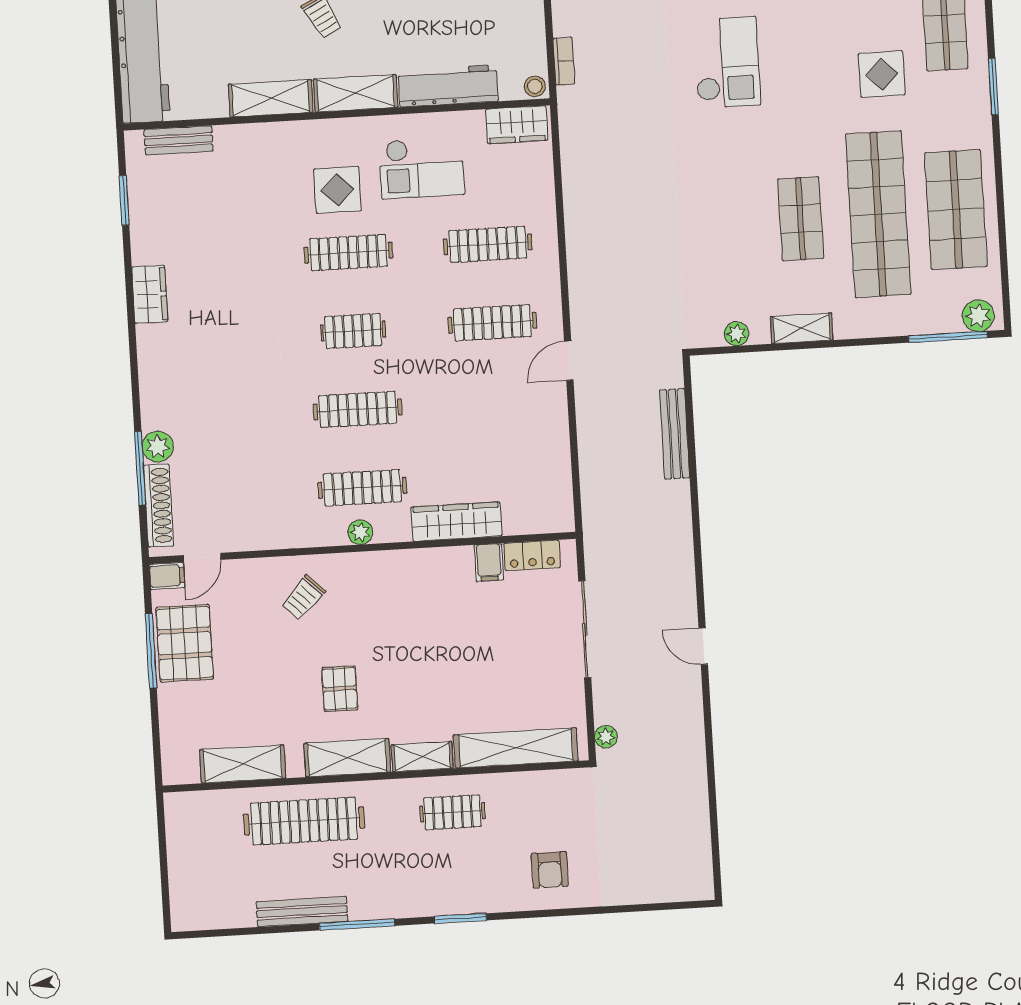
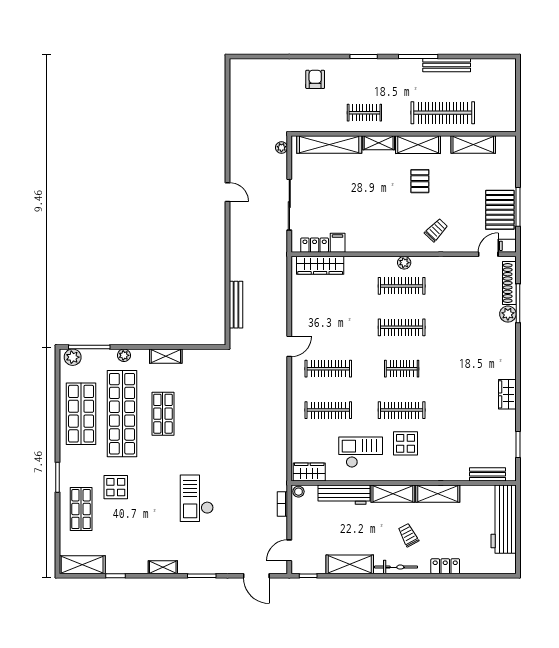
plant: (737, 334) -> (124, 355), moved
wardrobe: (456, 522) -> (320, 265), moved

